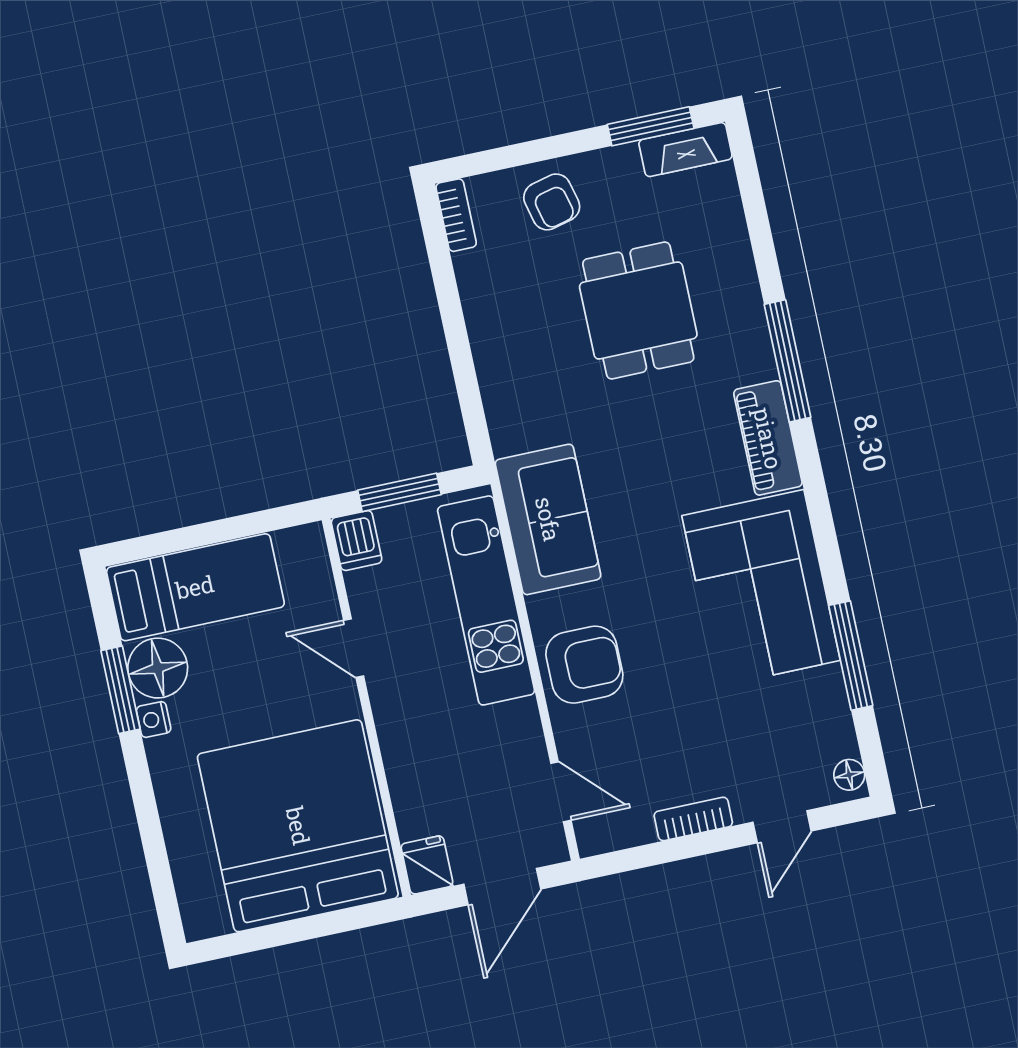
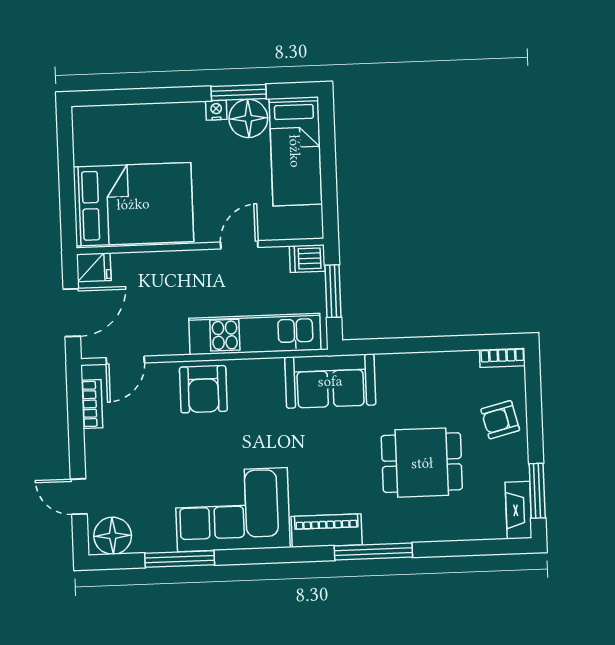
sofa: (548, 519) -> (330, 381), moved
floor lamp: (849, 775) -> (113, 536), width x1.89, depth x1.89
bookcase: (693, 819) -> (92, 404), moved
bed: (298, 826) -> (133, 204), width x0.73
door: (502, 887) -> (72, 313), swing flipped

